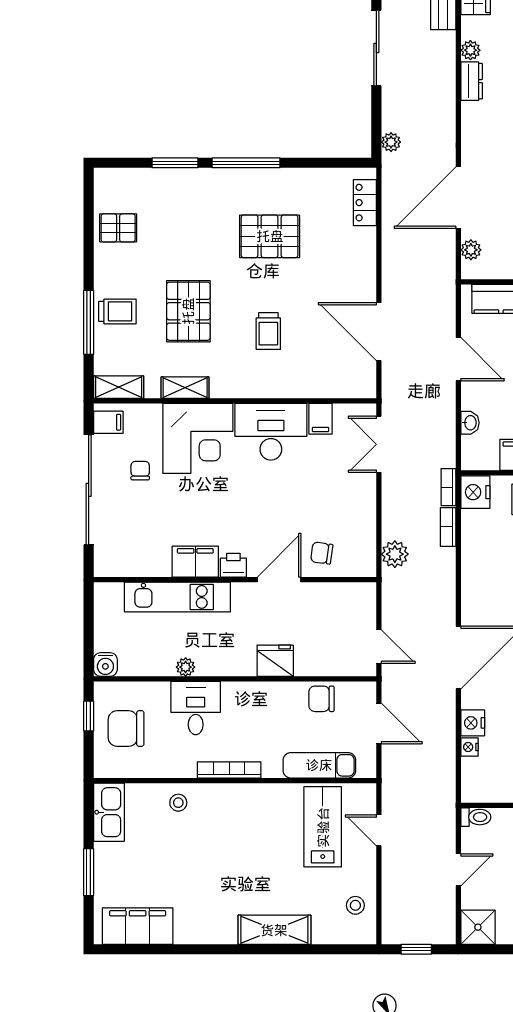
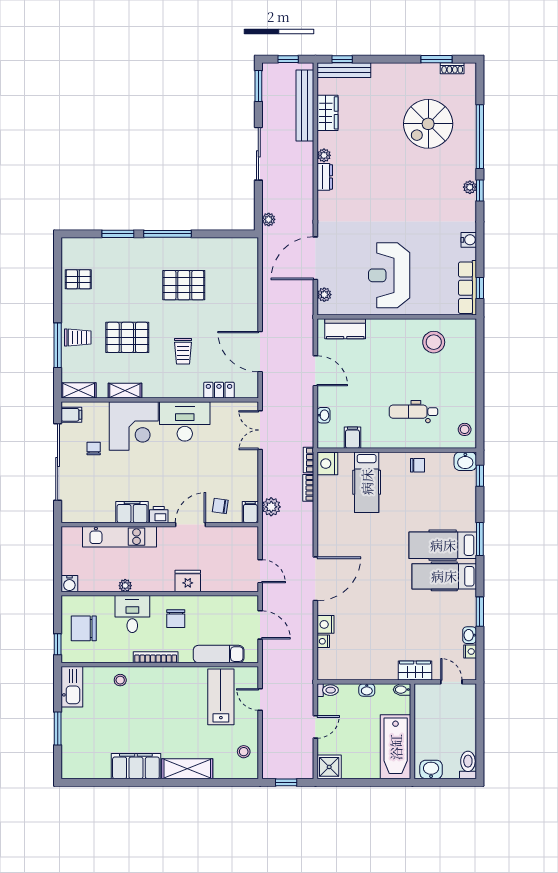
locker: (365, 203) -> (219, 390), moved, turned 90
pallet: (188, 311) -> (127, 337), turned 90
filing cabinet: (320, 419) -> (250, 512), moved, turned 180
chair: (321, 699) -> (176, 619), moved, turned -90
window: (89, 716) -> (58, 644), moved
filing cabinet: (138, 926) -> (136, 766), moved

